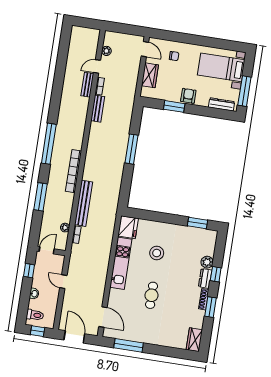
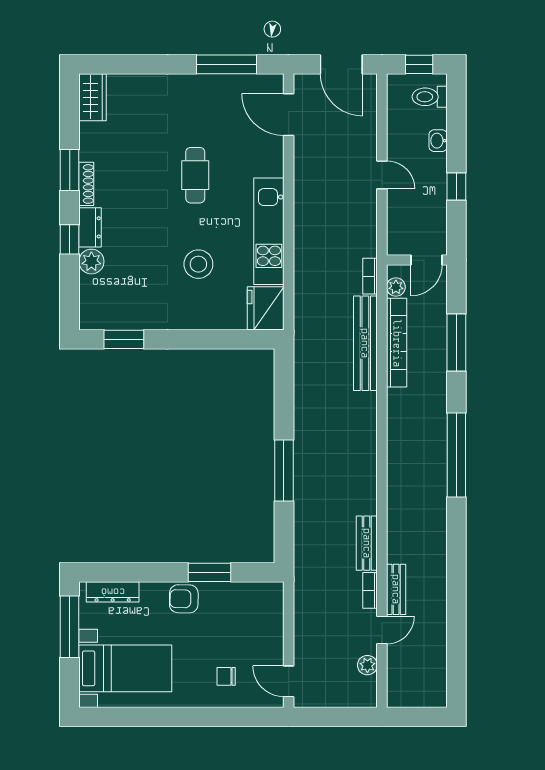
wardrobe: (150, 75) -> (270, 629), removed
armchair: (188, 96) -> (184, 599), turned 91
bookcase: (73, 171) -> (397, 343), moved
door: (47, 250) -> (426, 260), moved
wall: (51, 251) -> (417, 260), moved

